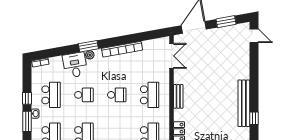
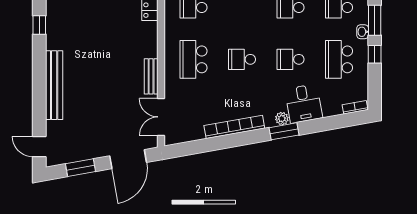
bench: (178, 96) -> (151, 76), moved
bench: (244, 103) -> (54, 85), moved

